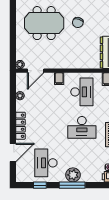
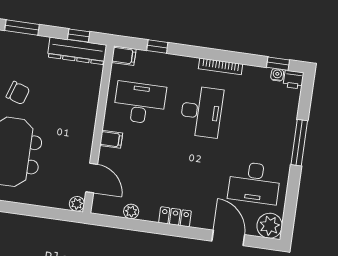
locker: (20, 126) -> (175, 217), width x0.66
plant: (73, 175) -> (270, 226), moved
window: (40, 185) -> (291, 199), removed

